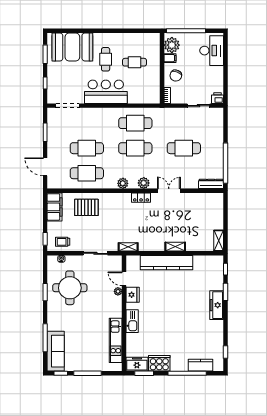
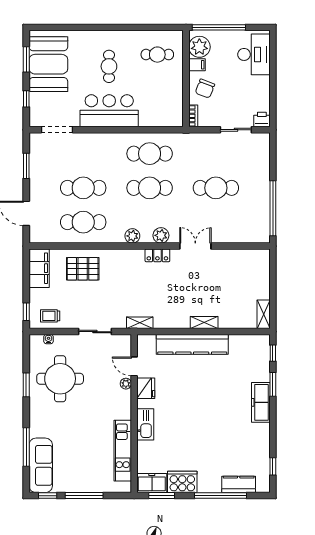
booth: (72, 47) -> (48, 64), moved, turned 90
cafe table: (135, 62) -> (157, 55), moved
dresser: (211, 184) -> (253, 237), removed

